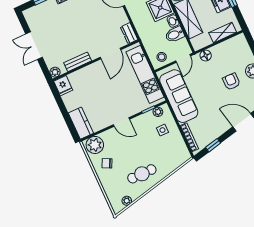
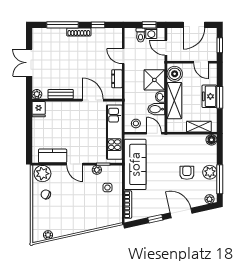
dresser: (129, 33) -> (117, 79), moved
door: (111, 54) -> (93, 100), swing flipped
floor lamp: (206, 55) -> (211, 140), moved
door: (183, 58) -> (154, 133), swing flipped
plant: (158, 112) -> (97, 170), moved
kitchen counter: (81, 123) -> (53, 156), moved, turned -90
window: (213, 145) -> (155, 219), moved
cafe table: (142, 174) -> (72, 218), removed

